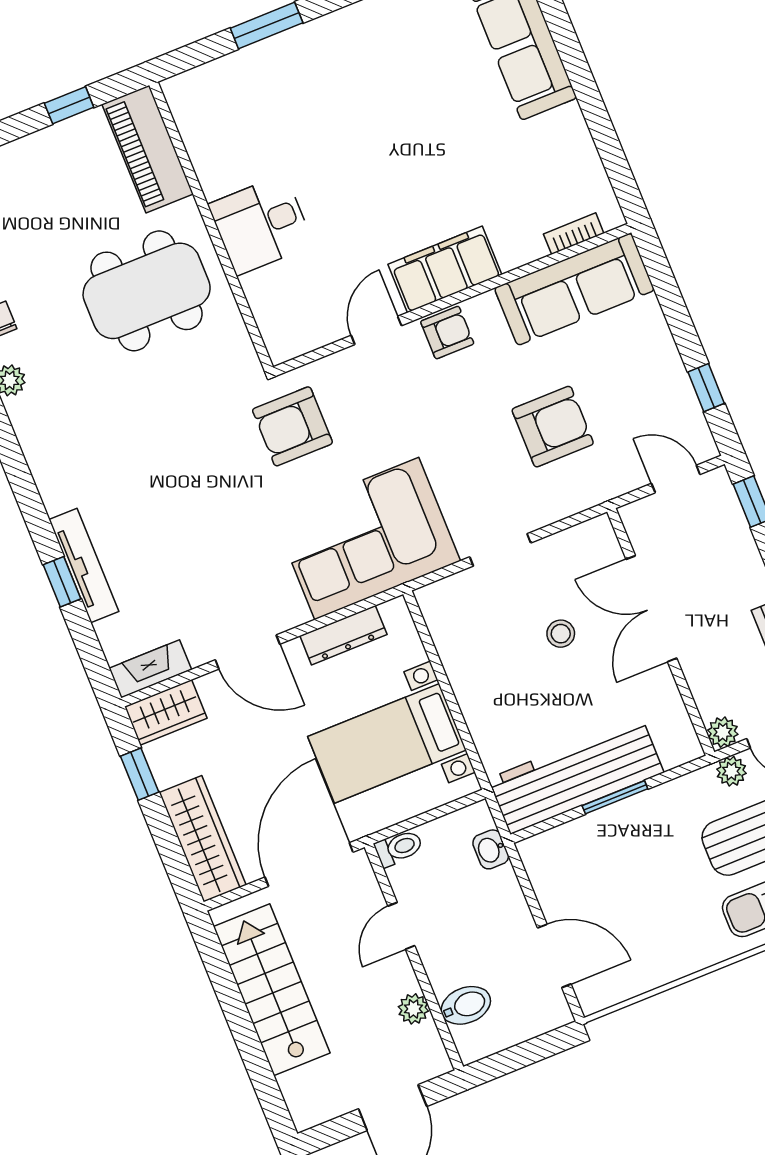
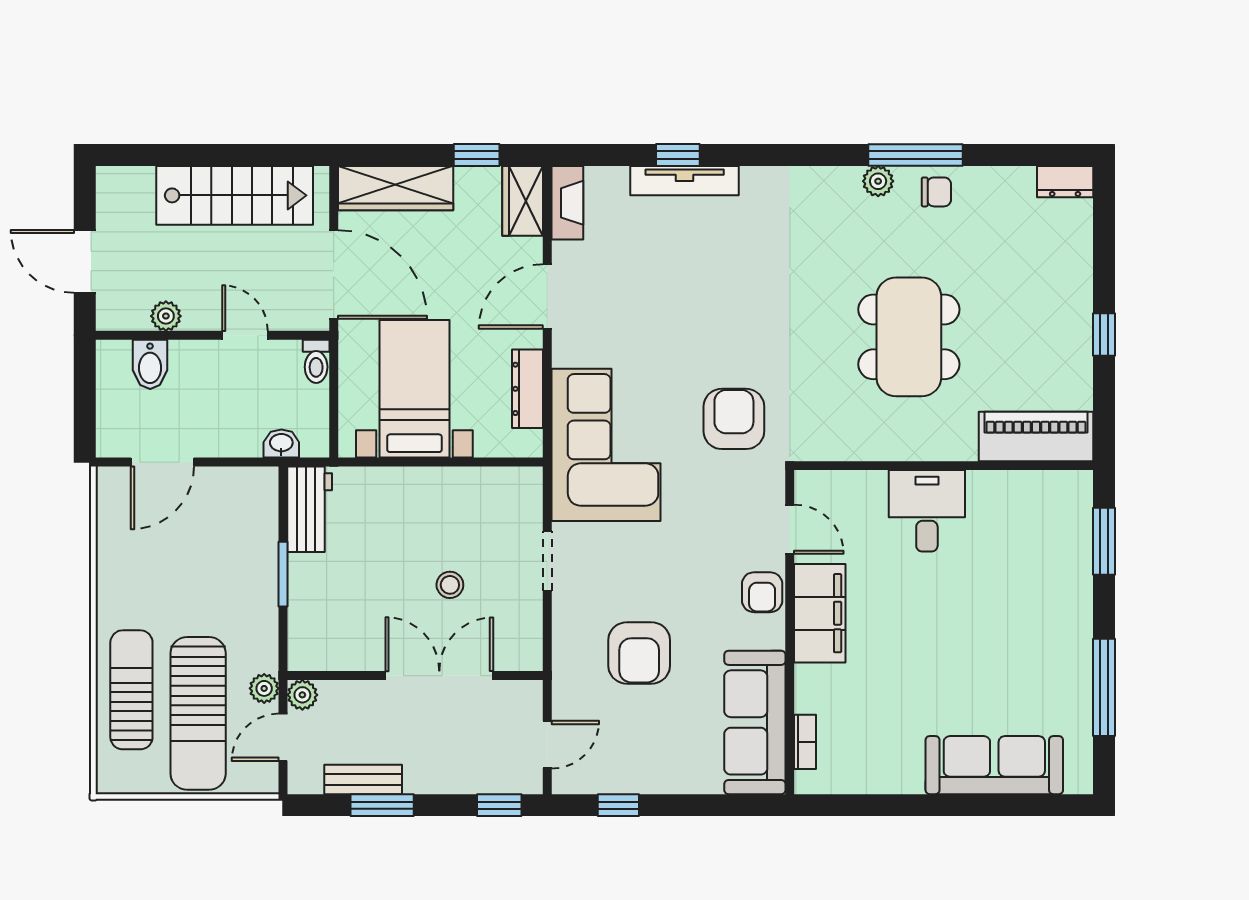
piano: (148, 149) -> (1036, 436), moved
desk: (261, 225) -> (927, 511), moved
wall: (211, 226) -> (944, 466), moved
workbench: (576, 776) -> (310, 509), width x0.53, depth x0.76

